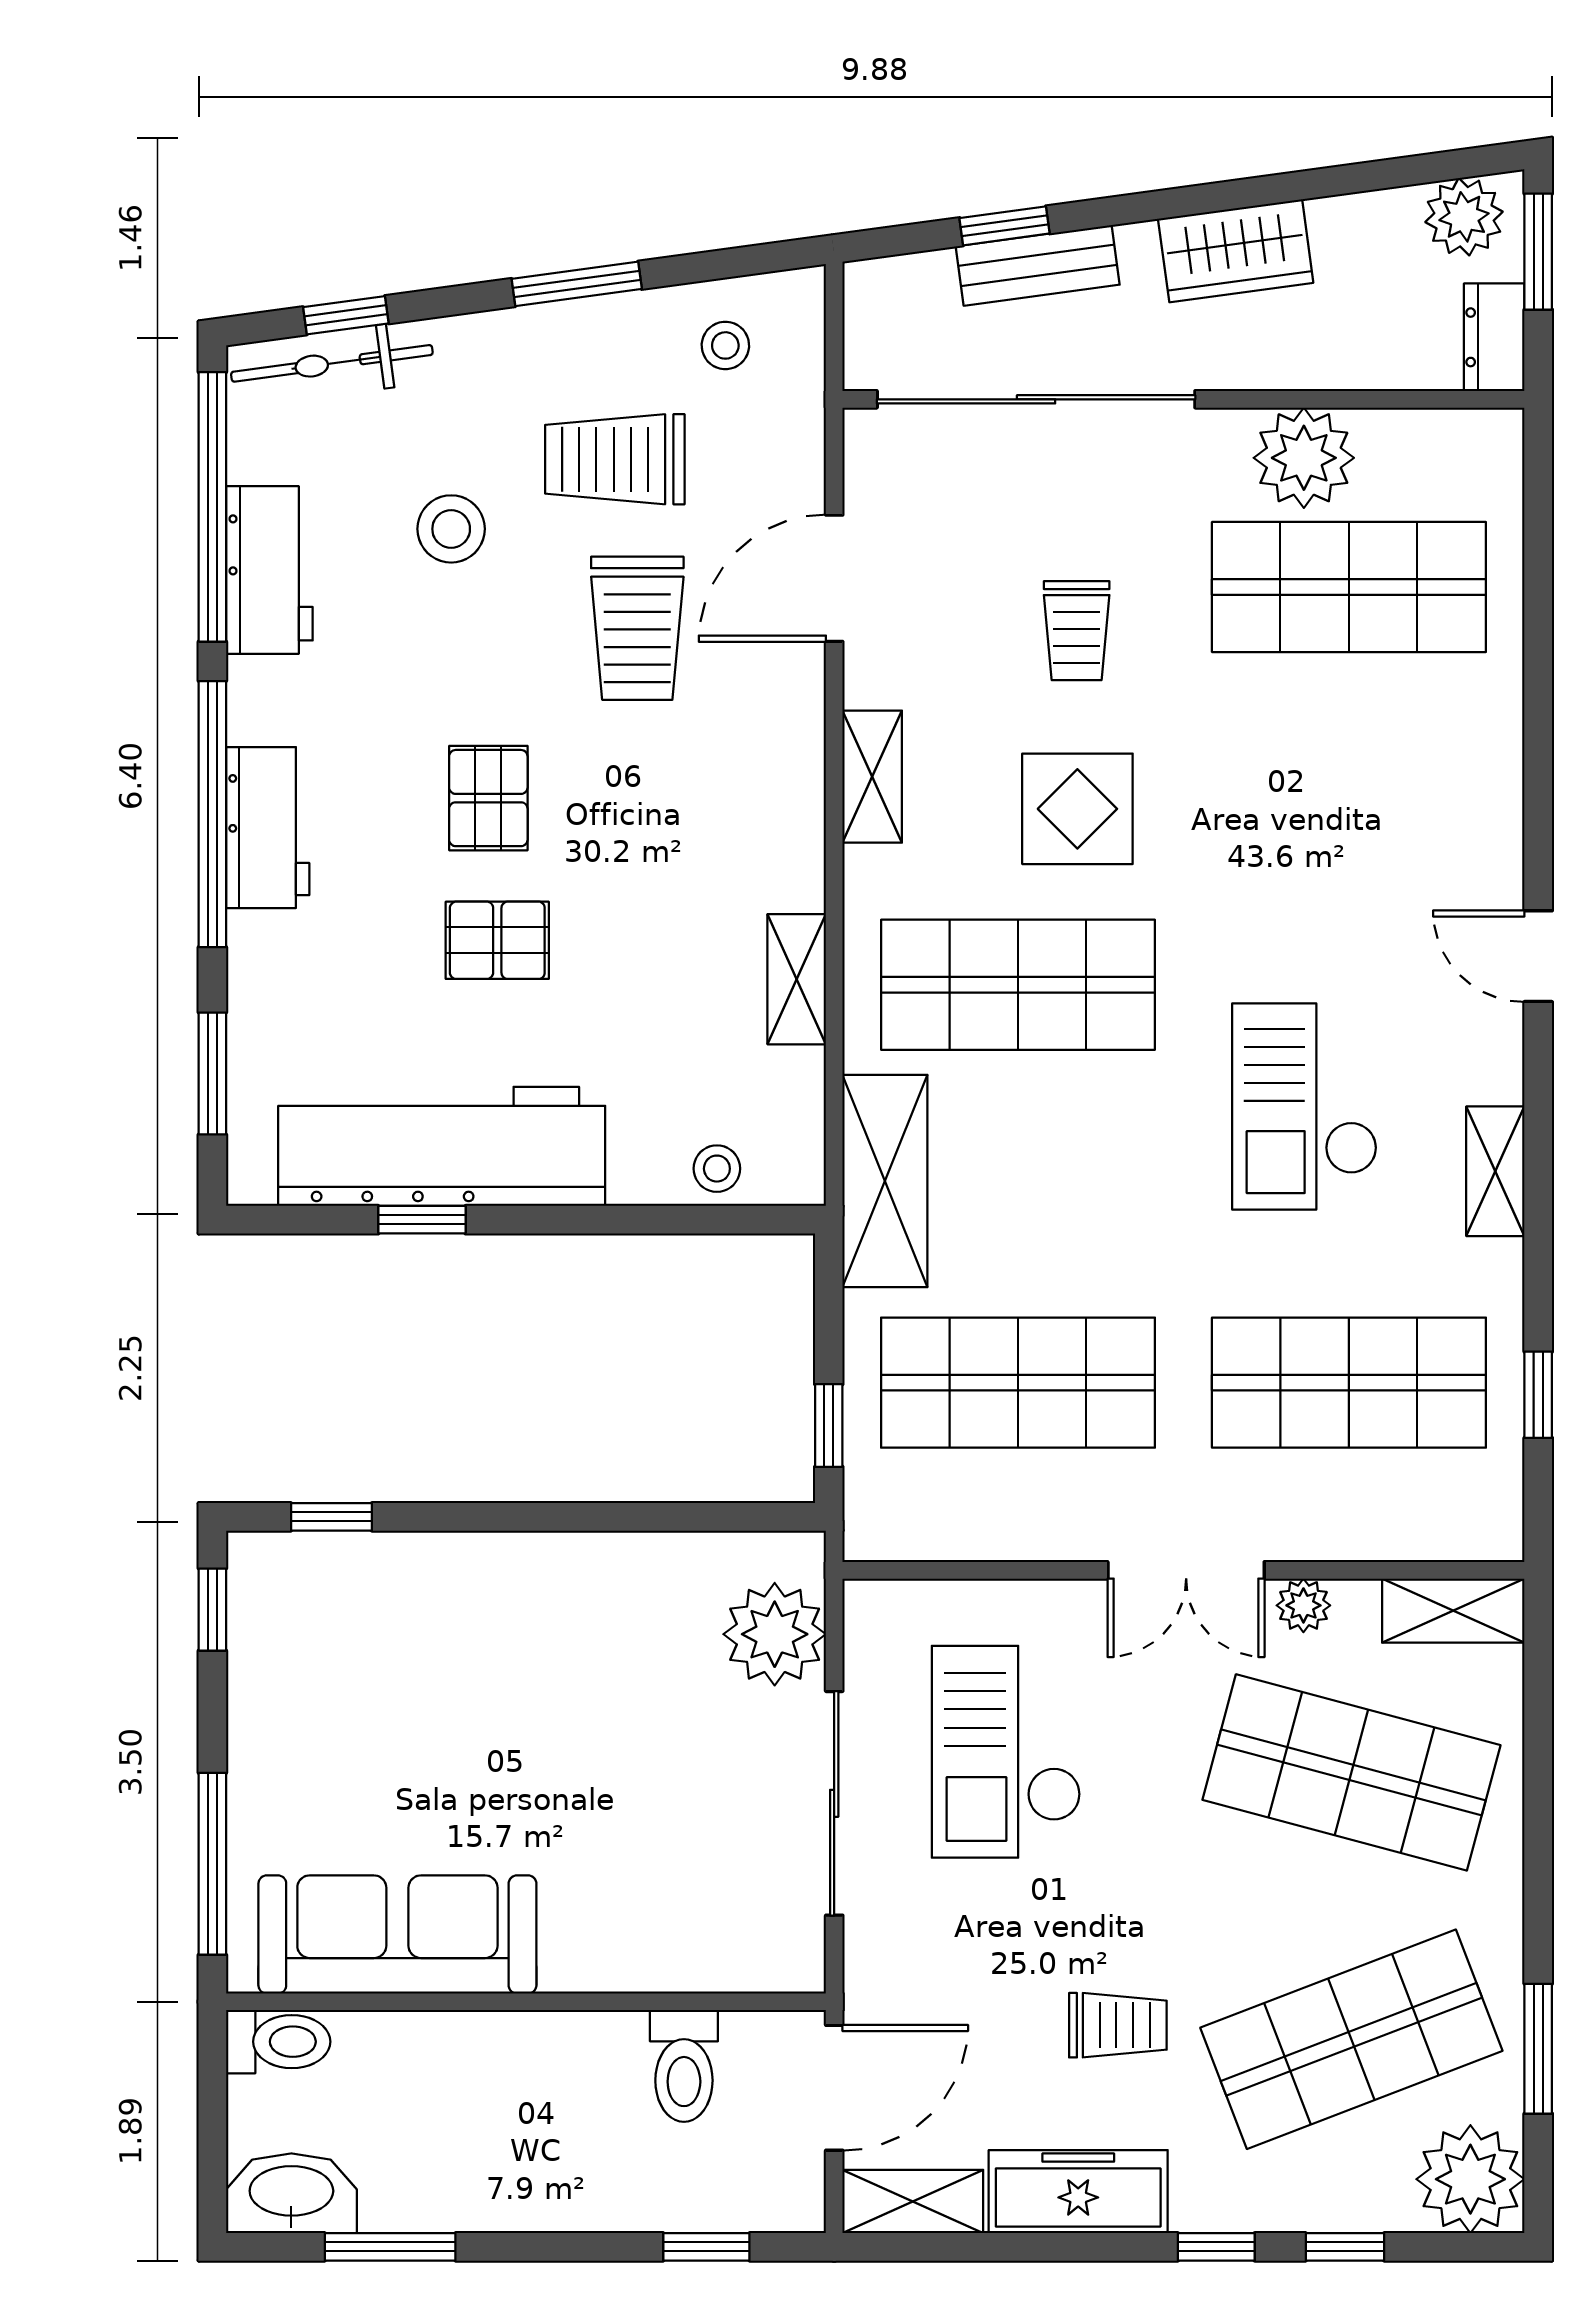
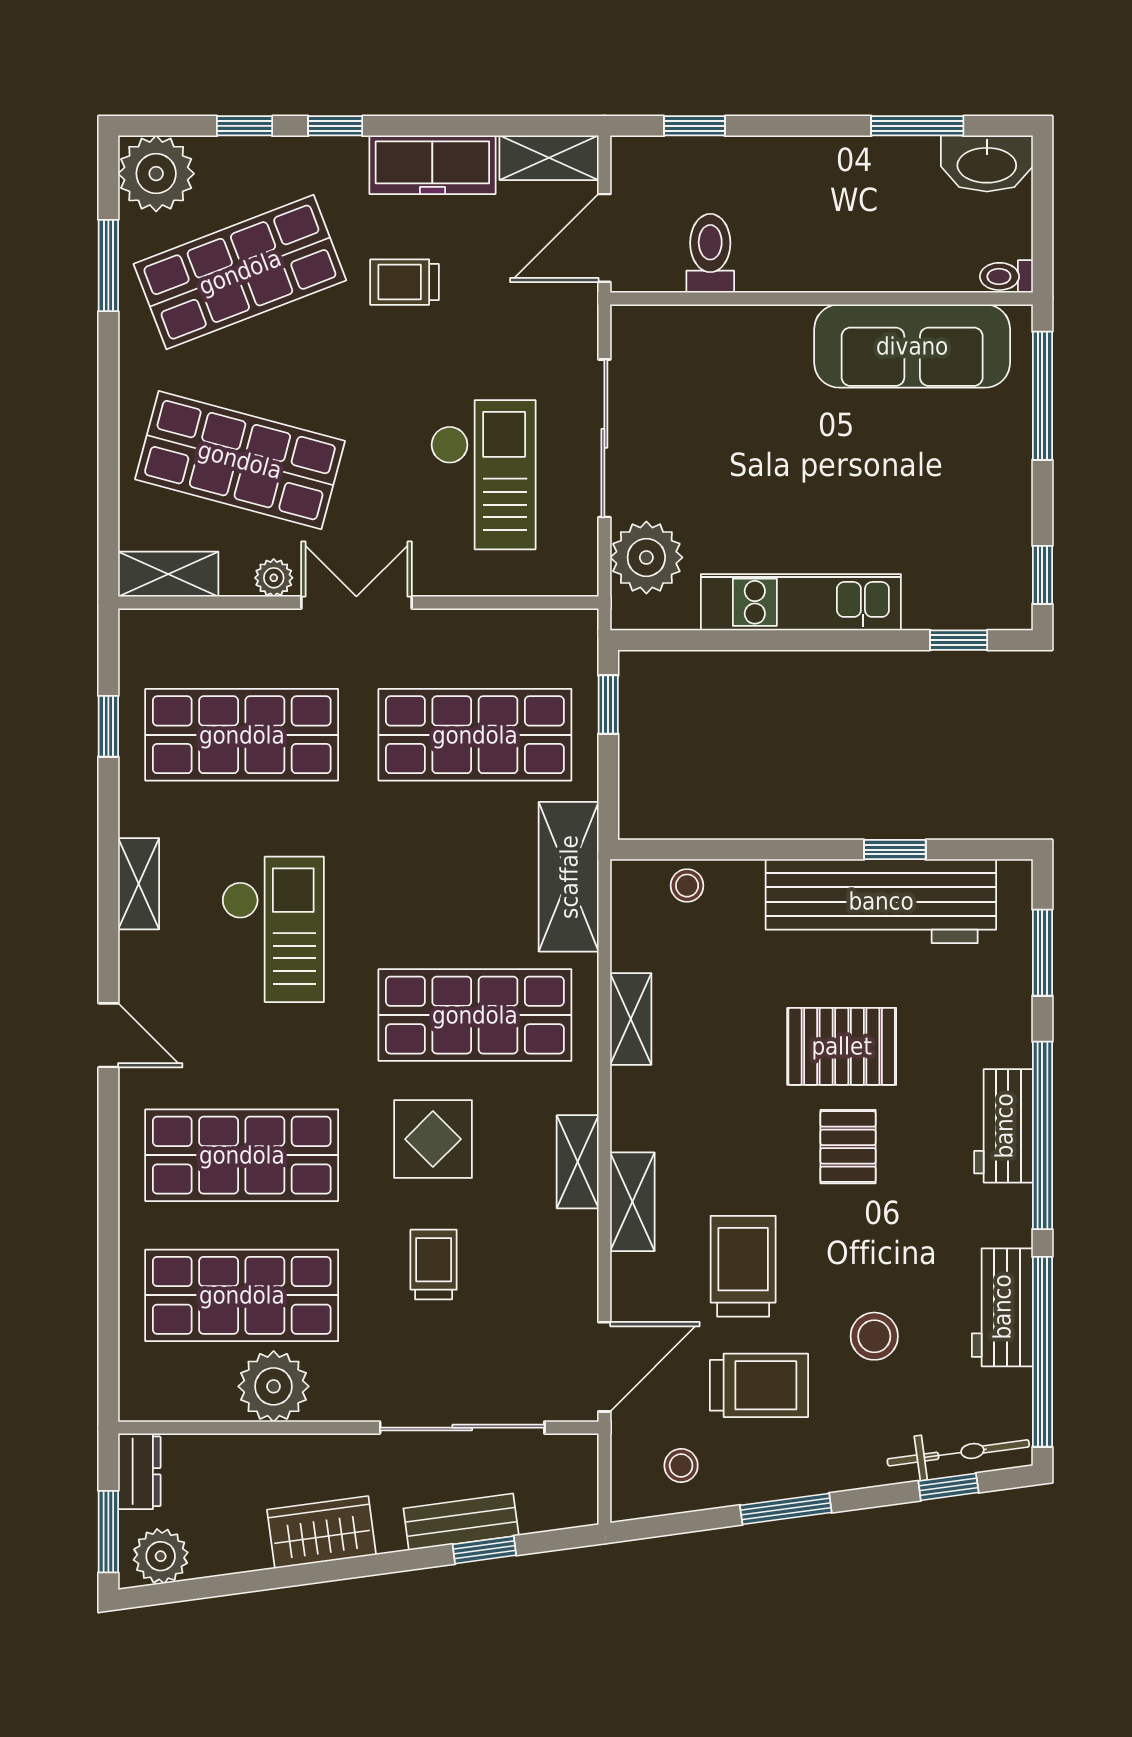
sliding door: (1036, 399) -> (462, 1428), width x0.73
door: (834, 578) -> (604, 1367), moved
shelving: (794, 720) -> (632, 1202), added
shop shelf: (1349, 786) -> (242, 1155), added
pallet: (497, 940) -> (842, 1046), width x1.50, depth x1.42
kitchen unit: (555, 1571) -> (801, 602), added
toilet: (278, 2042) -> (1006, 276), width x0.73, depth x0.72

